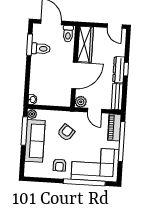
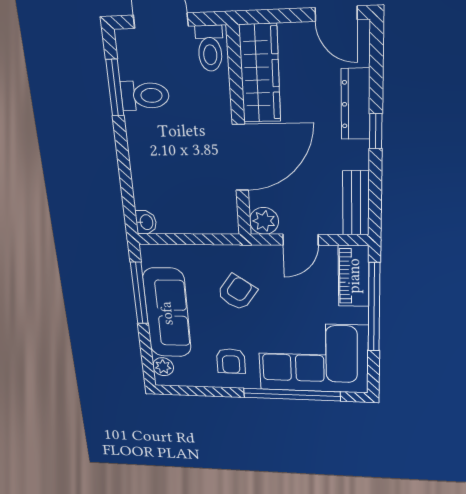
dresser: (119, 70) -> (356, 104), moved
door: (94, 111) -> (300, 240), hinge flipped
plant: (32, 114) -> (163, 367), moved

